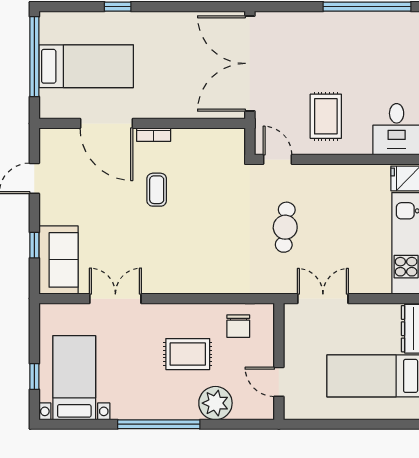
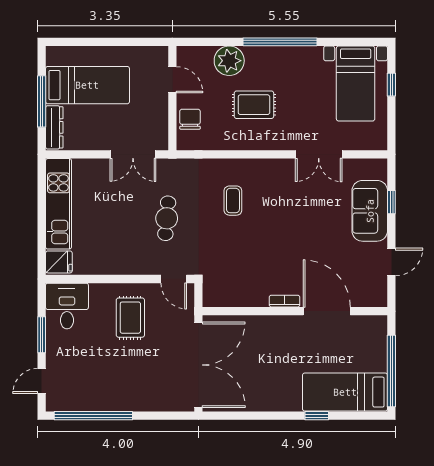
bed: (86, 66) -> (345, 392), moved
coffee table: (157, 190) -> (233, 201), moved
sofa: (58, 260) -> (370, 211), moved
chair: (238, 326) -> (190, 119), moved

